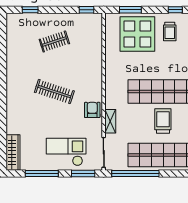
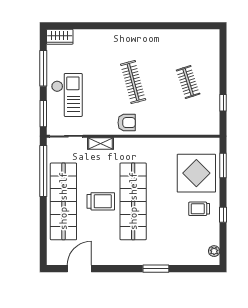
window: (30, 10) -> (223, 55), removed
window: (86, 10) -> (223, 103), moved
clothes rail: (54, 92) -> (133, 82), turned -33
armchair: (92, 110) -> (127, 123), moved
wardrobe: (13, 152) -> (60, 37), width x0.67

